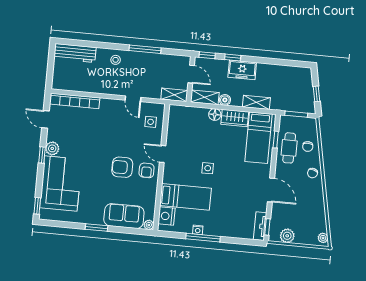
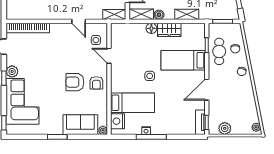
bed: (259, 138) -> (183, 60), moved, turned 90
door: (163, 154) -> (109, 56), moved
door: (271, 190) -> (207, 90), swing flipped

